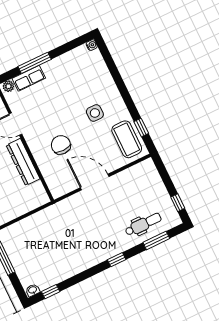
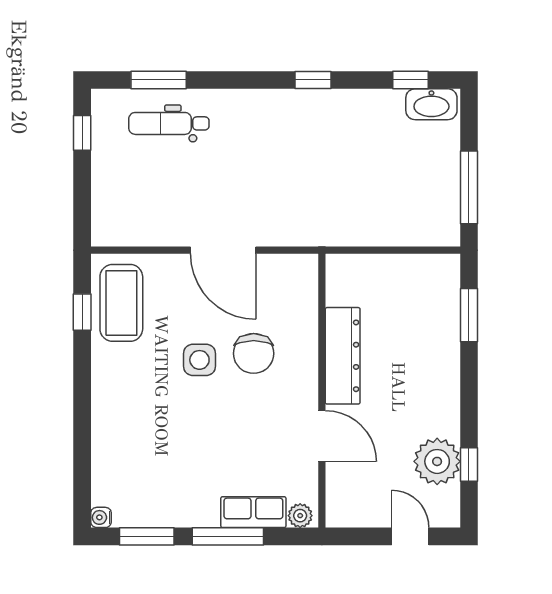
window: (69, 46) -> (147, 536), added
side table: (95, 113) -> (199, 360), moved
window: (117, 260) -> (313, 80), moved
washbasin: (33, 290) -> (431, 104), width x1.91, depth x1.45

